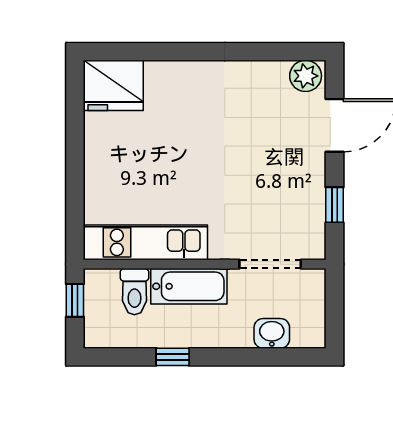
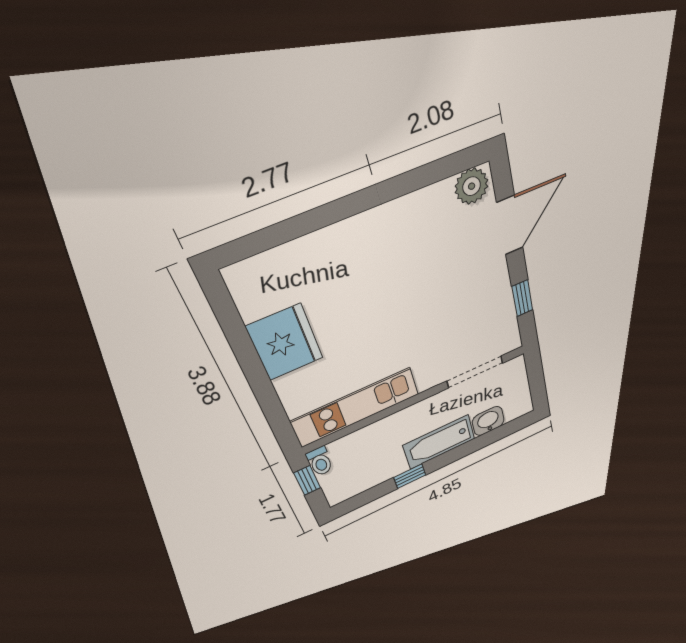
fridge: (113, 85) -> (285, 342), moved, turned -90
bathtub: (189, 286) -> (439, 442), moved, turned 180
toilet: (134, 292) -> (320, 461), moved, width x0.73, depth x0.72

